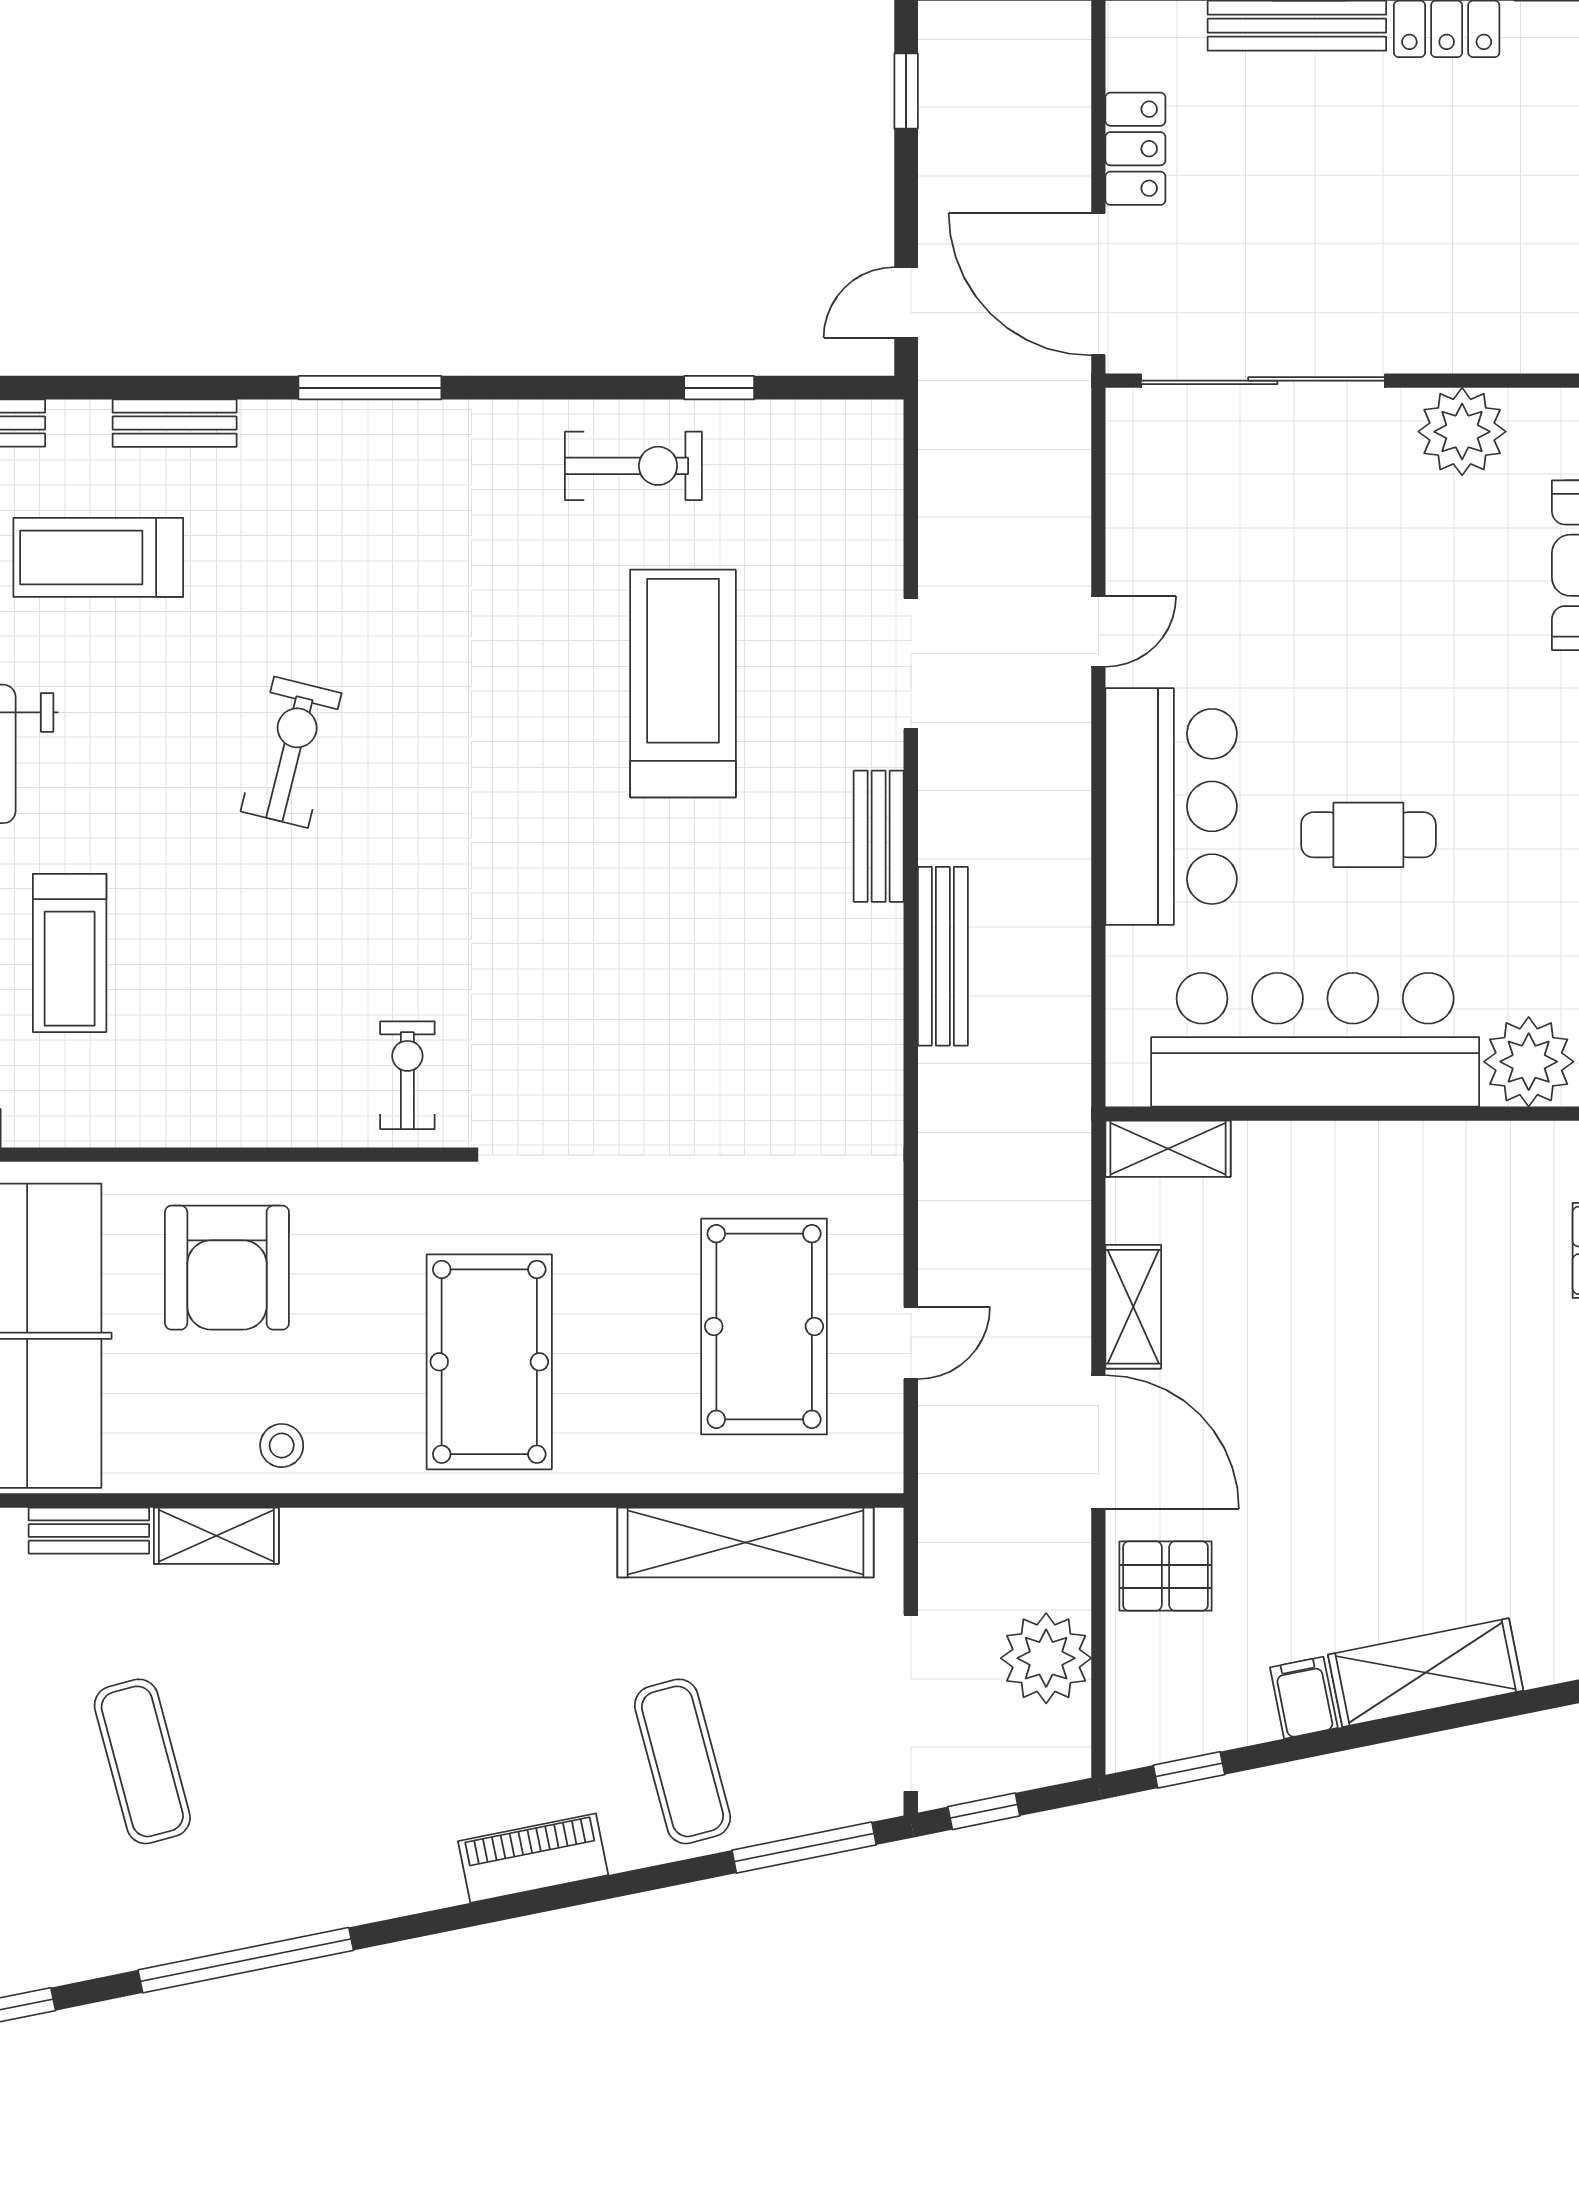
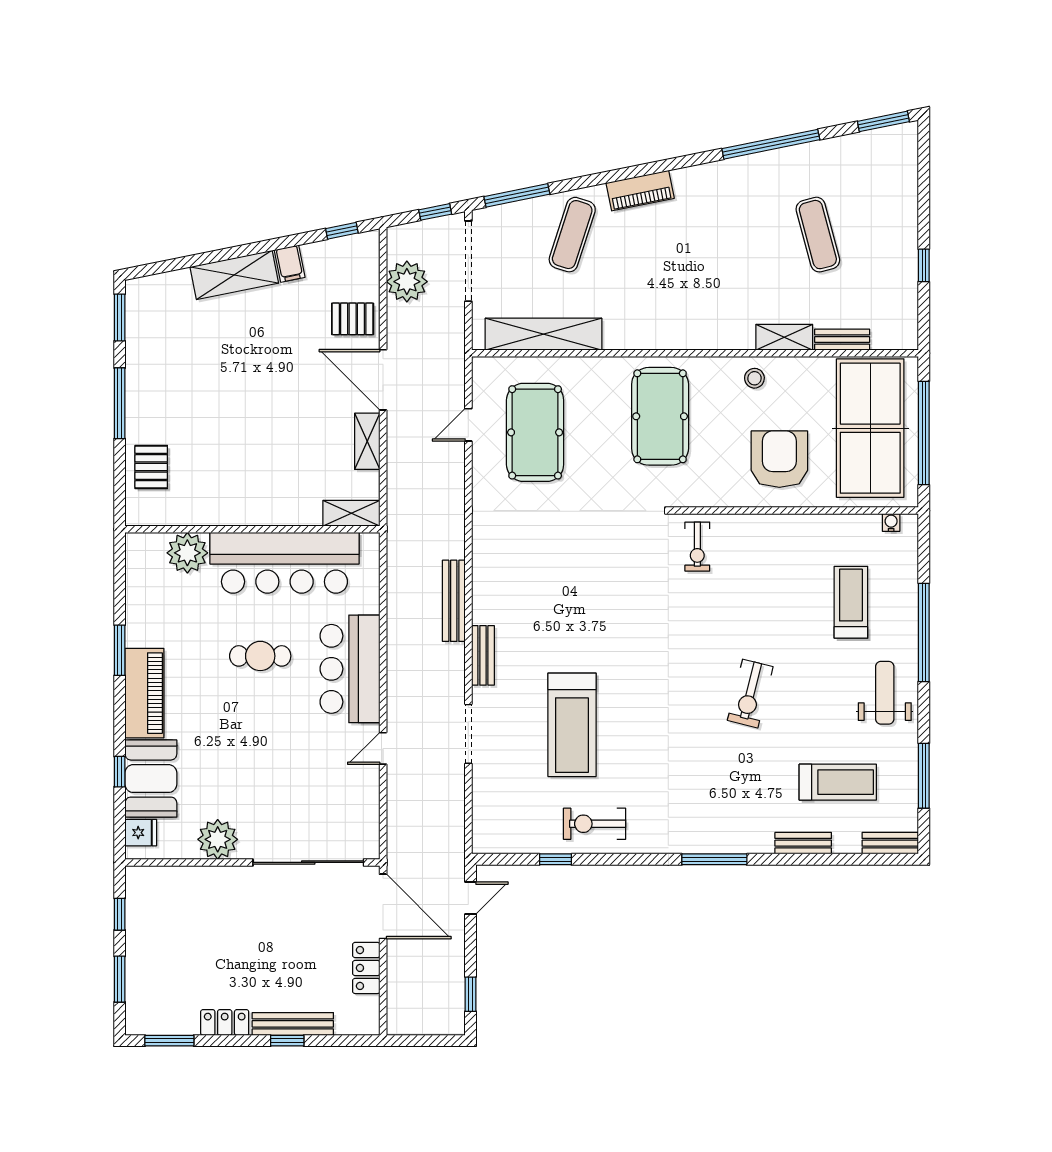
exercise mat: (682, 1761) -> (572, 235), turned 33

